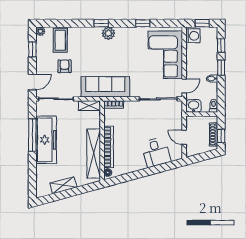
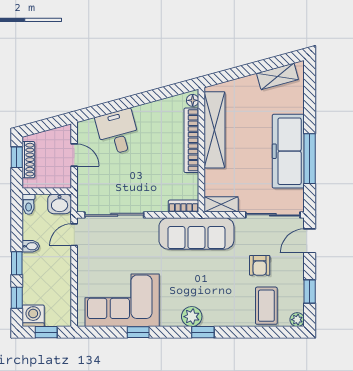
washing machine: (193, 36) -> (33, 316), moved, turned 90
corner sofa: (165, 55) -> (122, 300), moved, turned -90
shelving: (63, 185) -> (278, 76), moved

